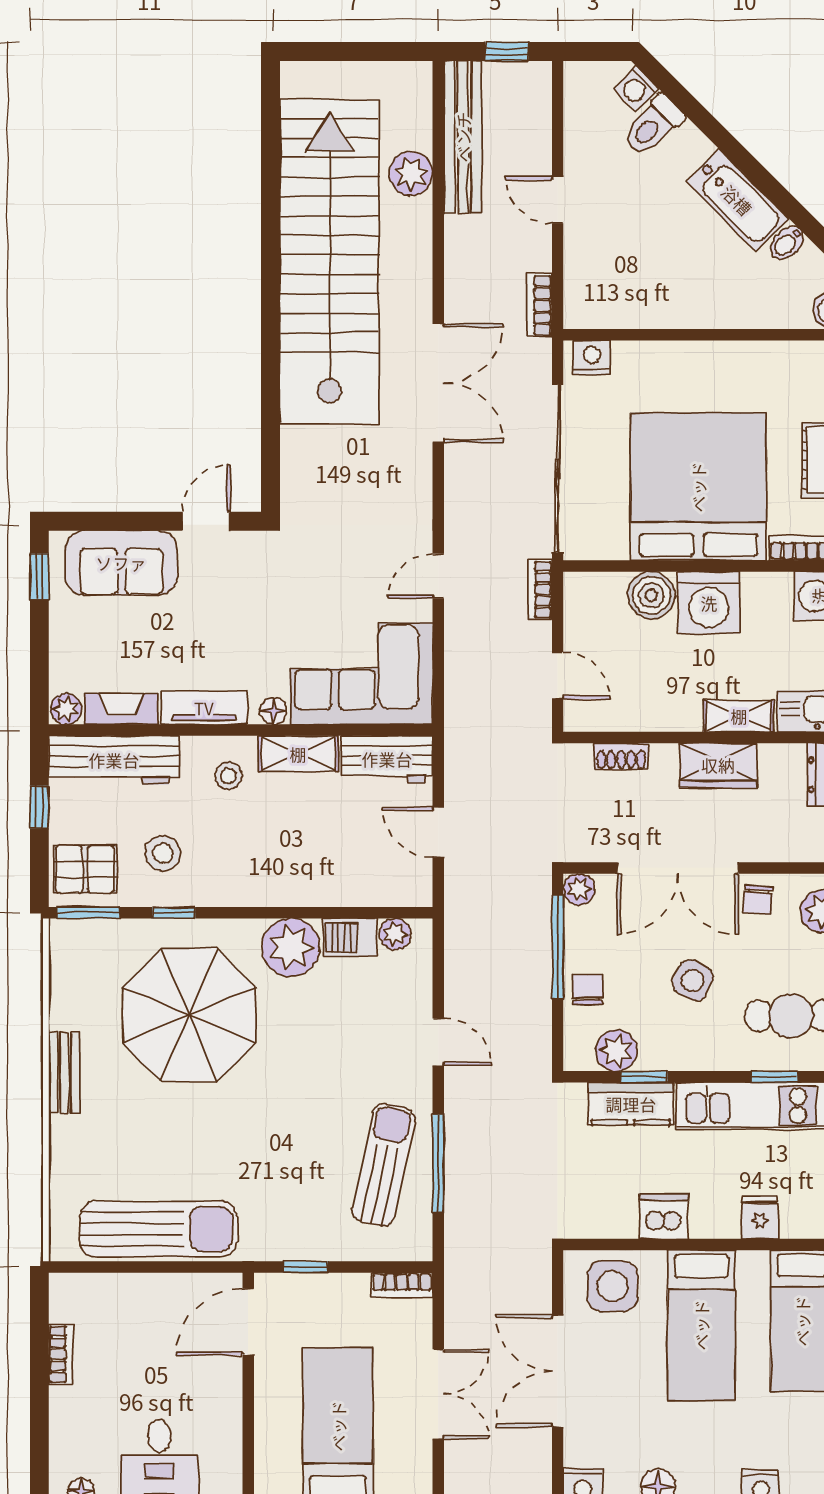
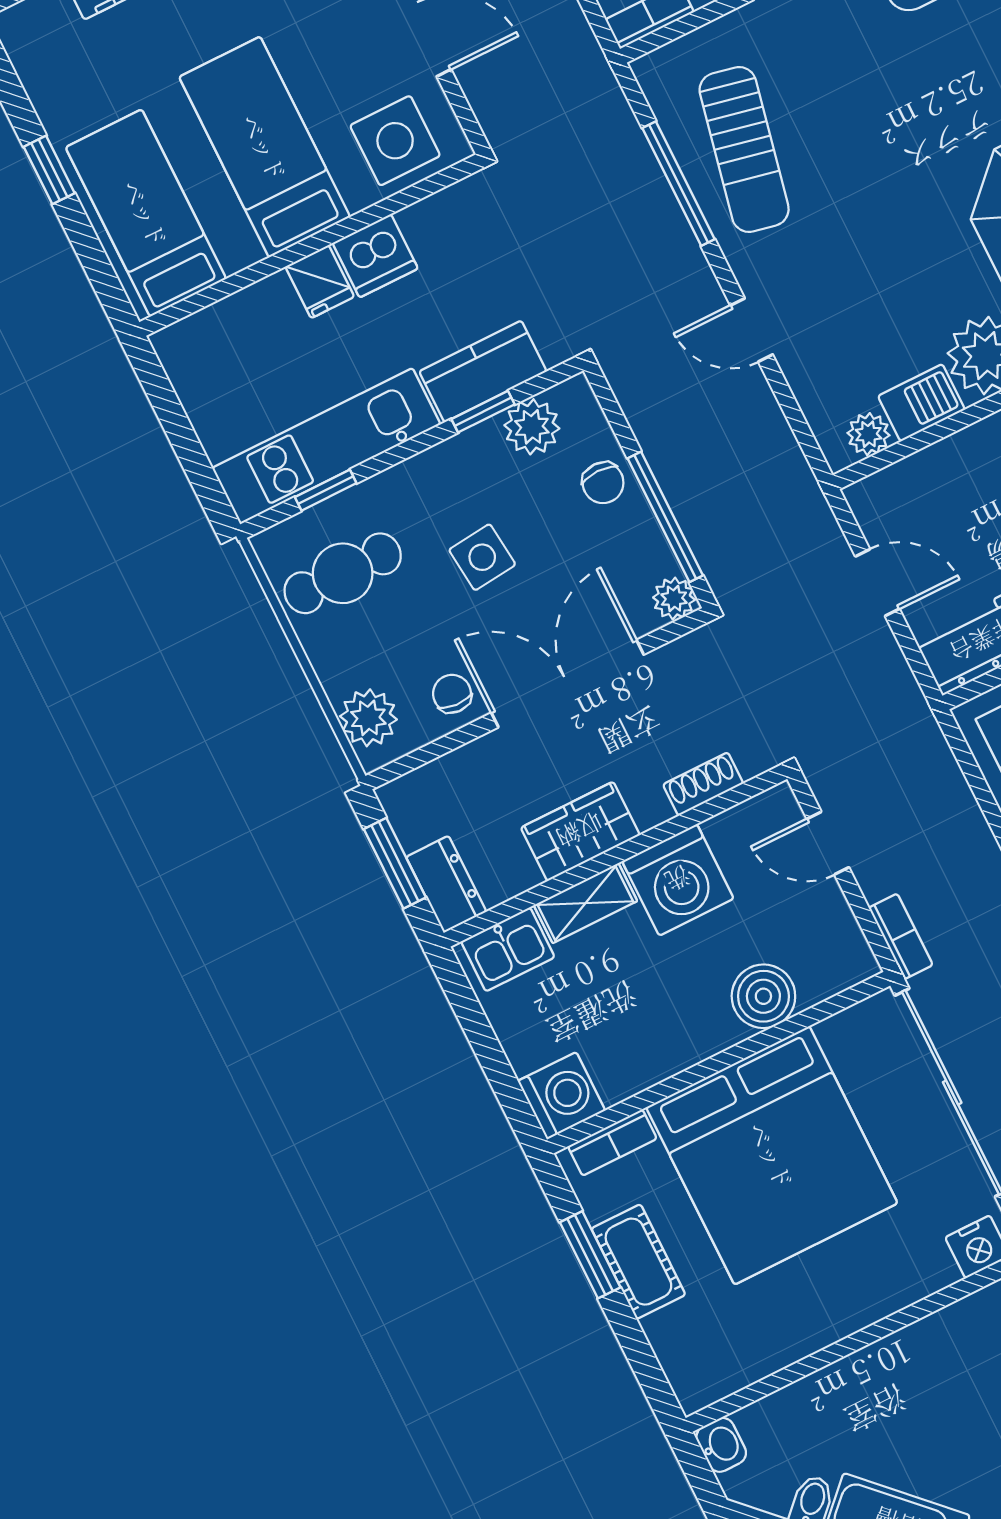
washing machine: (709, 603) -> (678, 880), moved, turned 180
side table: (693, 980) -> (482, 557), turned -32
fridge: (760, 1217) -> (320, 282), moved

